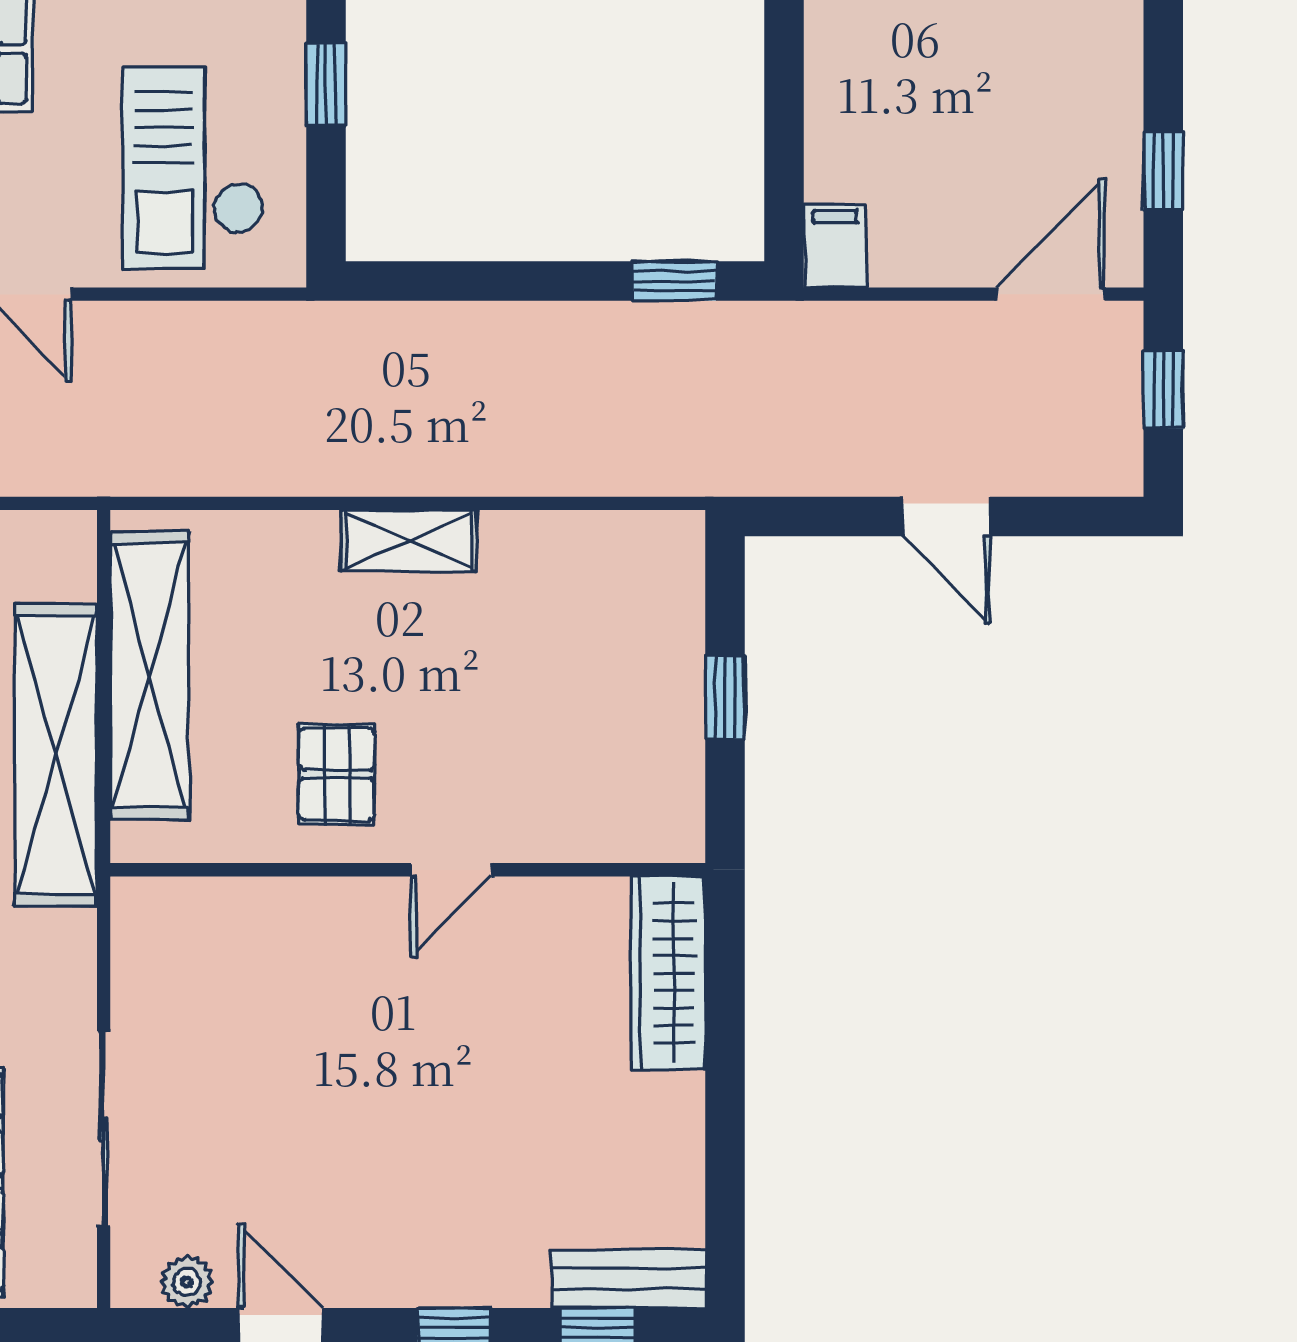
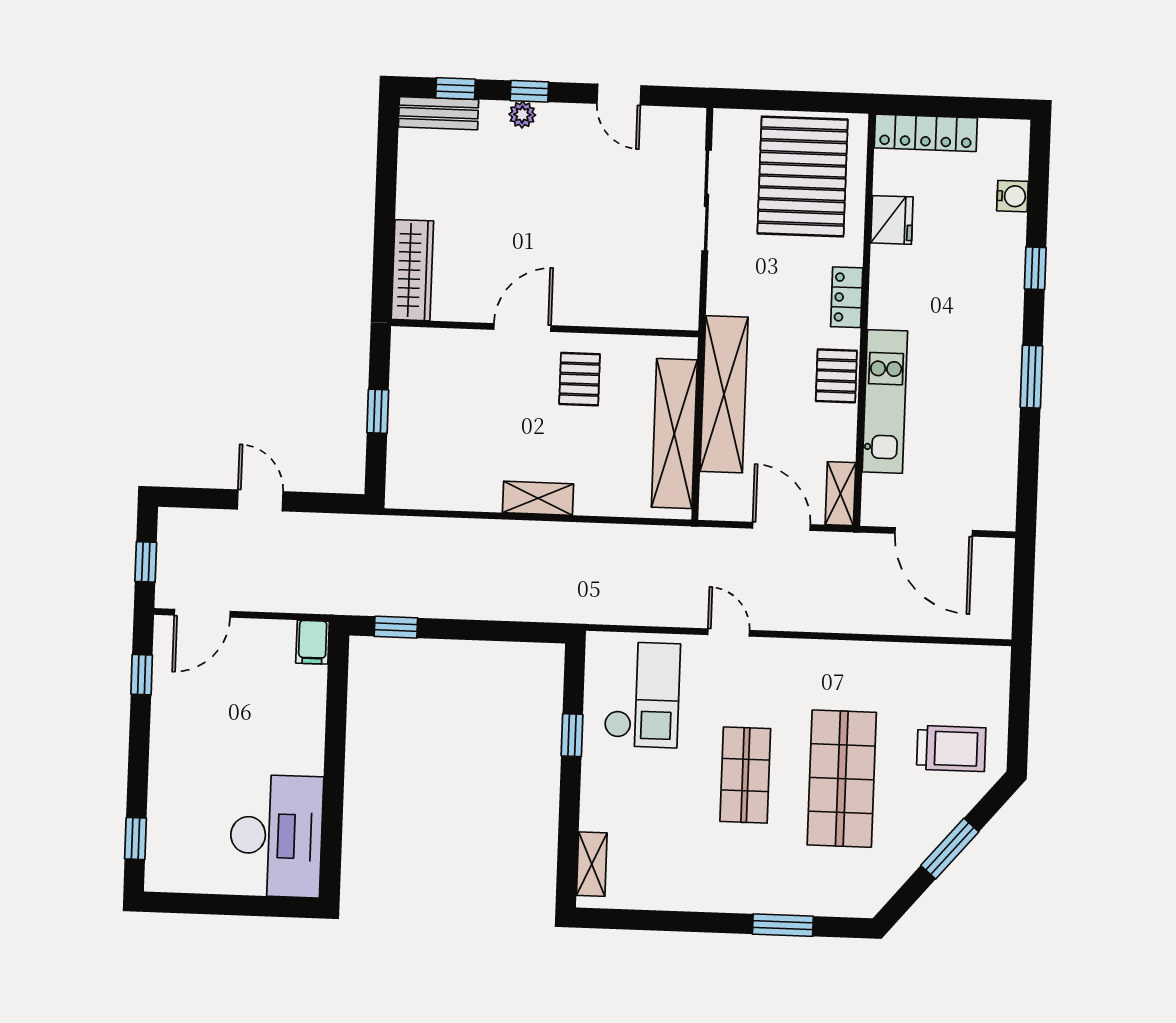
door: (451, 870) -> (522, 328), width x1.38
plant: (187, 1282) -> (522, 115), moved

